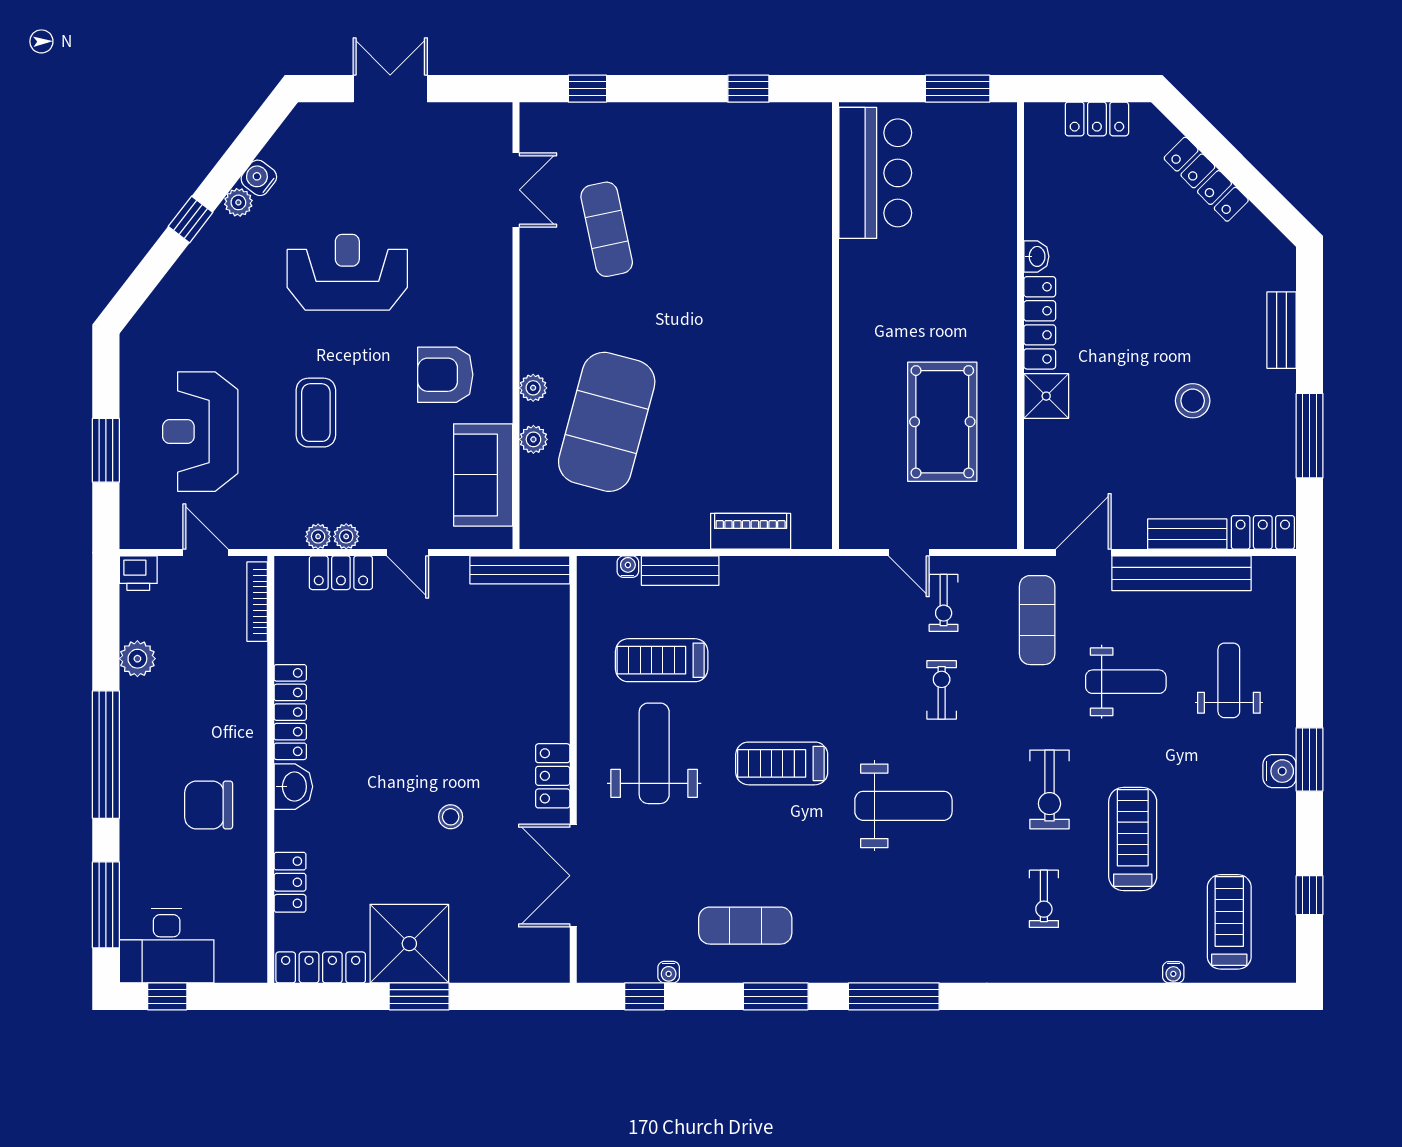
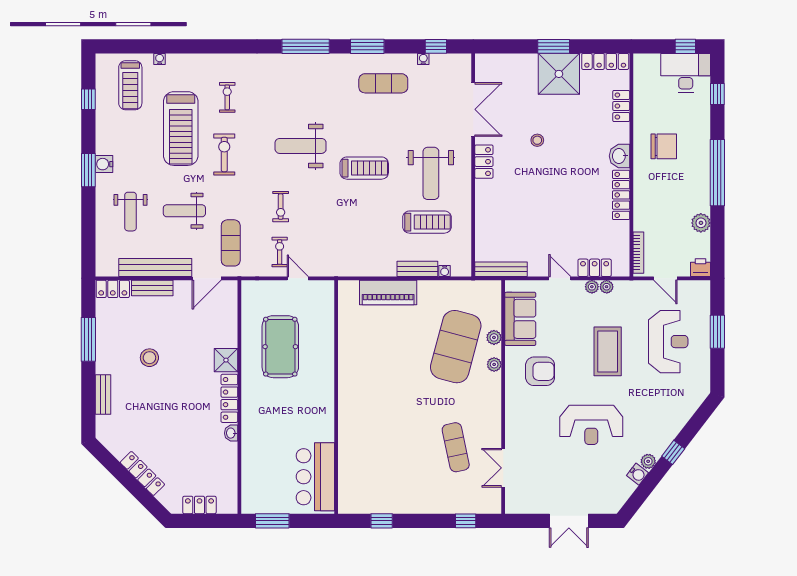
coffee table: (316, 413) -> (608, 351), width x1.36, depth x1.32
piano: (751, 531) -> (388, 292), width x1.37, depth x1.33
treadmill: (1133, 839) -> (181, 129), width x1.37, depth x1.38
window: (106, 905) -> (717, 94), width x0.46

